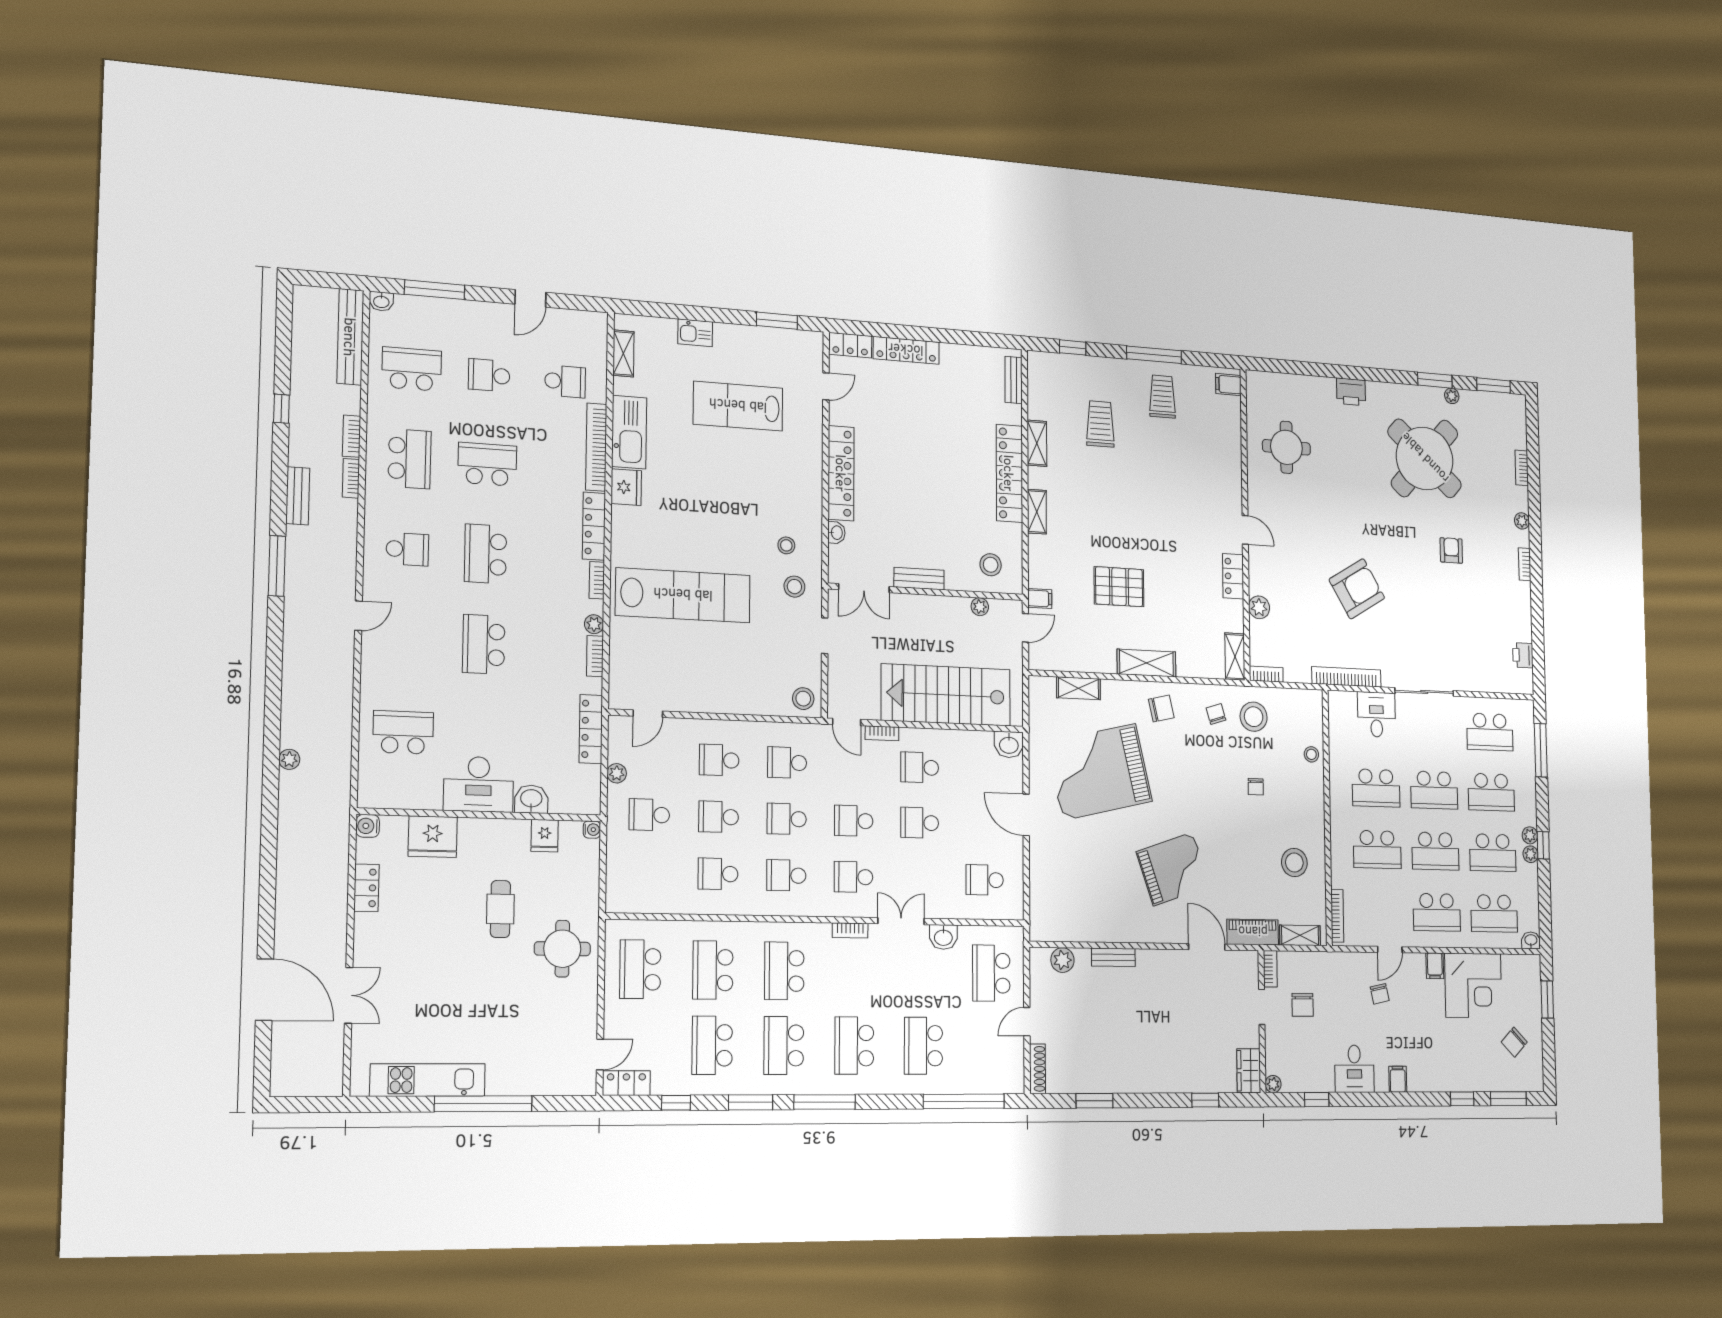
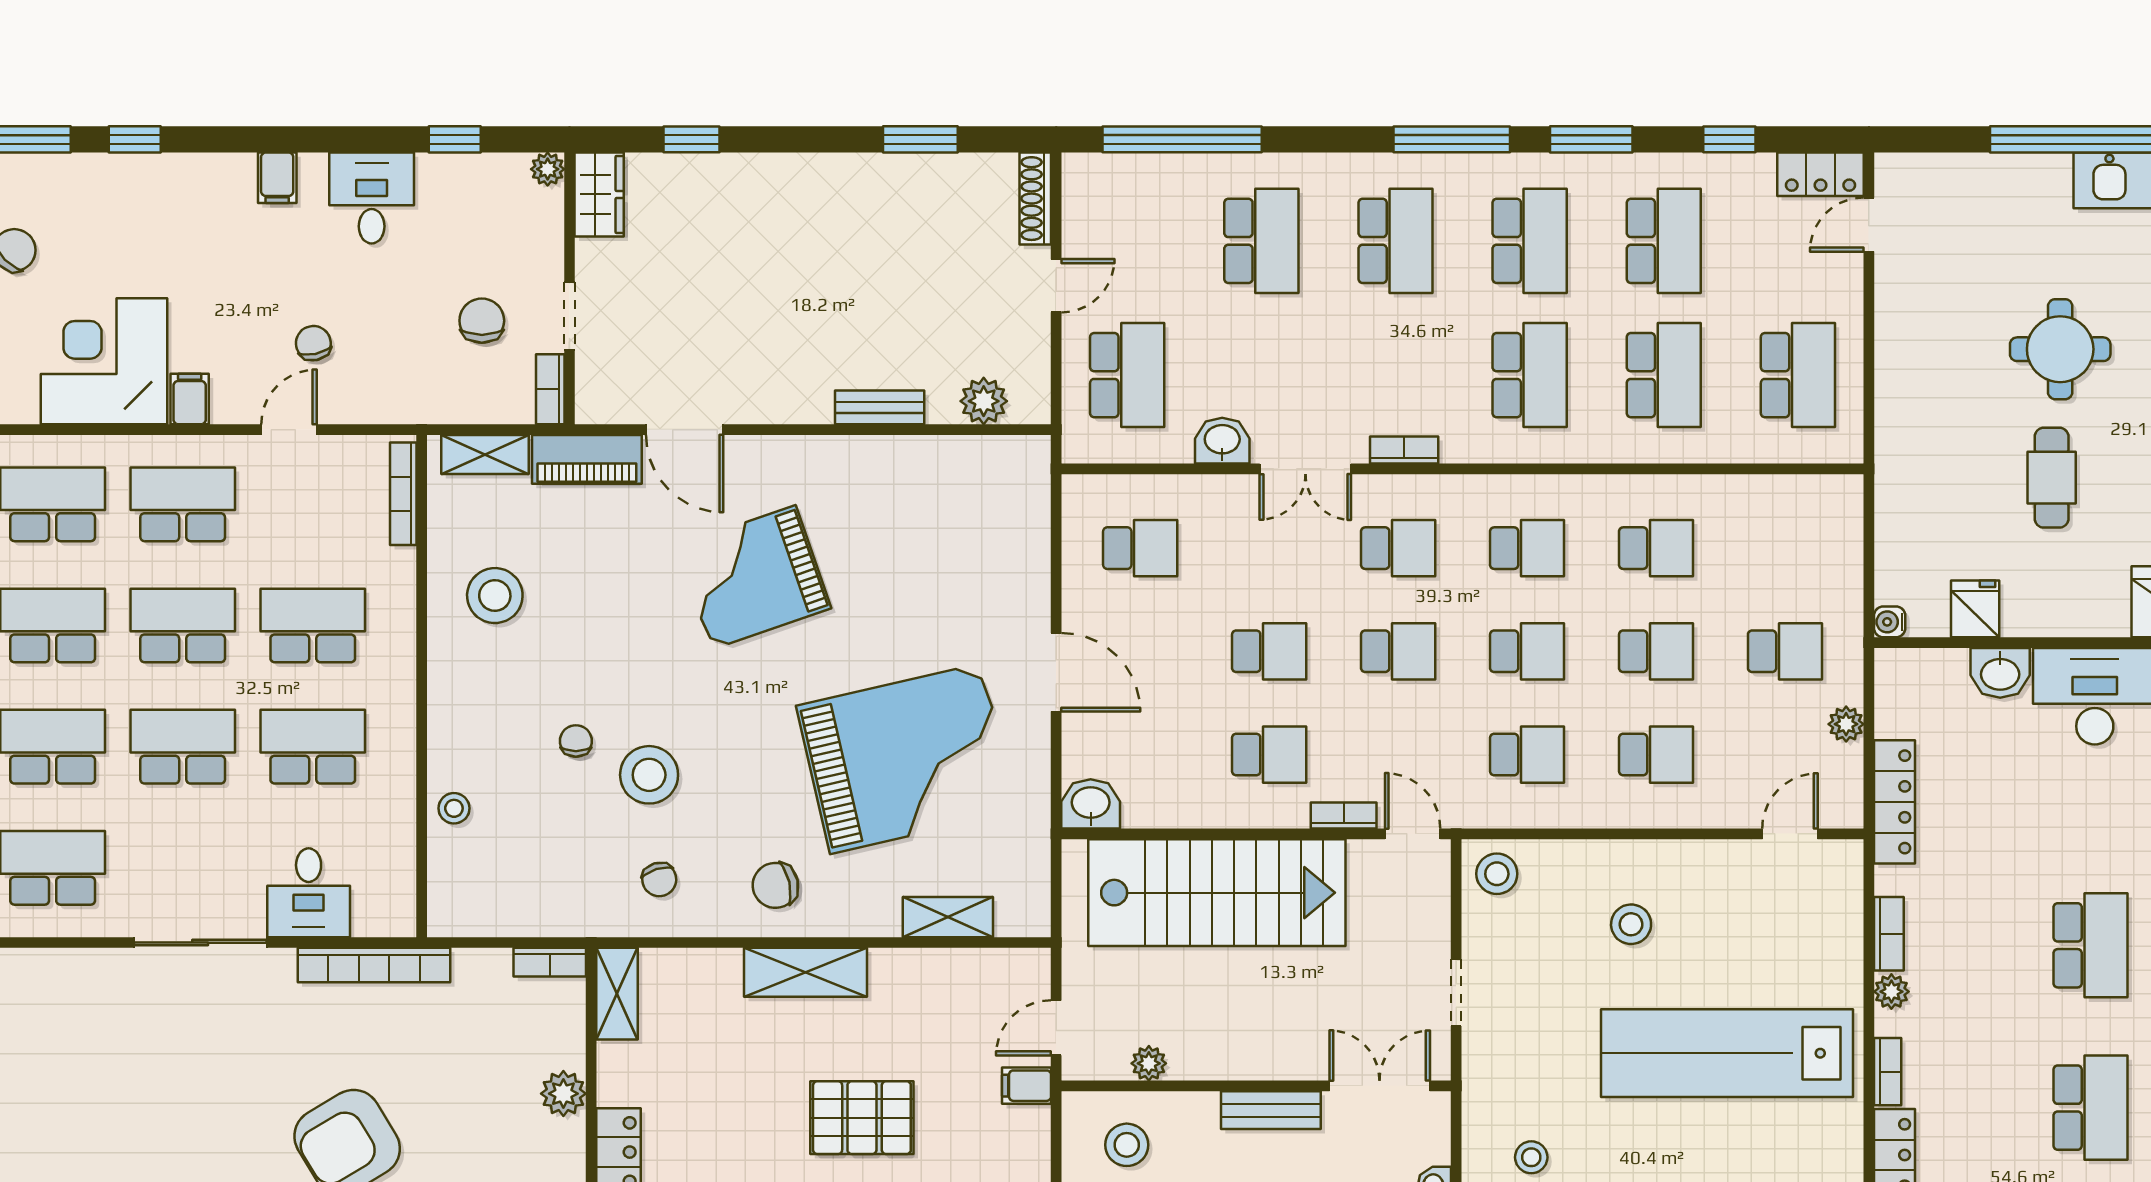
stool: (794, 587) -> (1631, 924), moved
stool: (1254, 717) -> (649, 775), moved
round table: (562, 949) -> (2060, 349), moved

